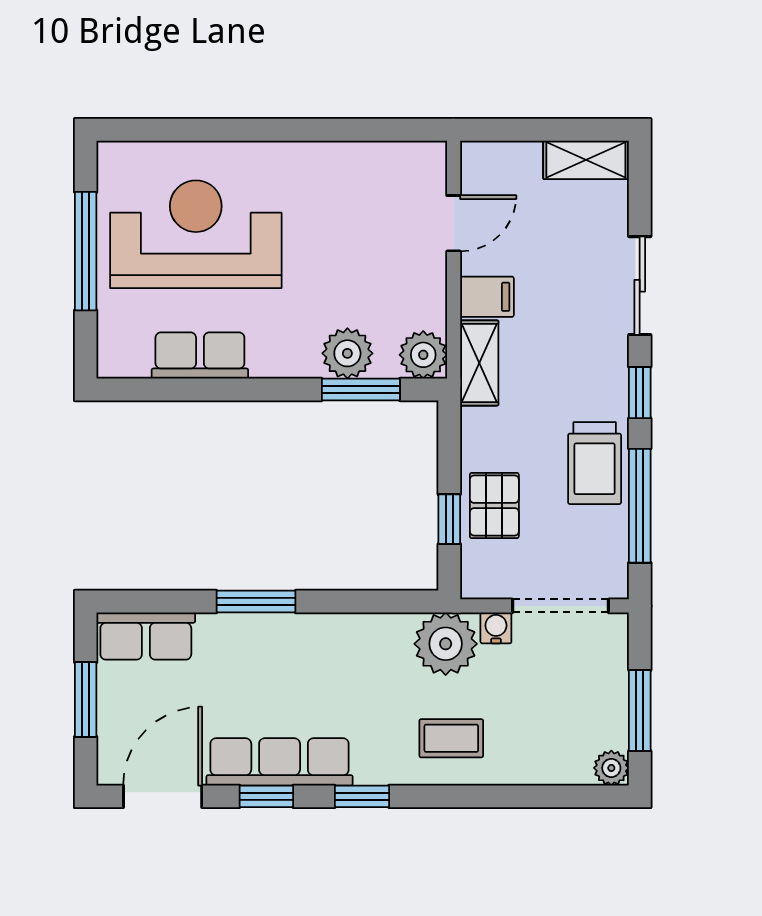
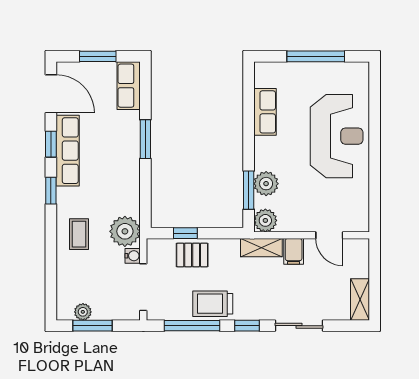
reception desk: (196, 234) -> (337, 136), moved
plant: (611, 768) -> (83, 312), moved

